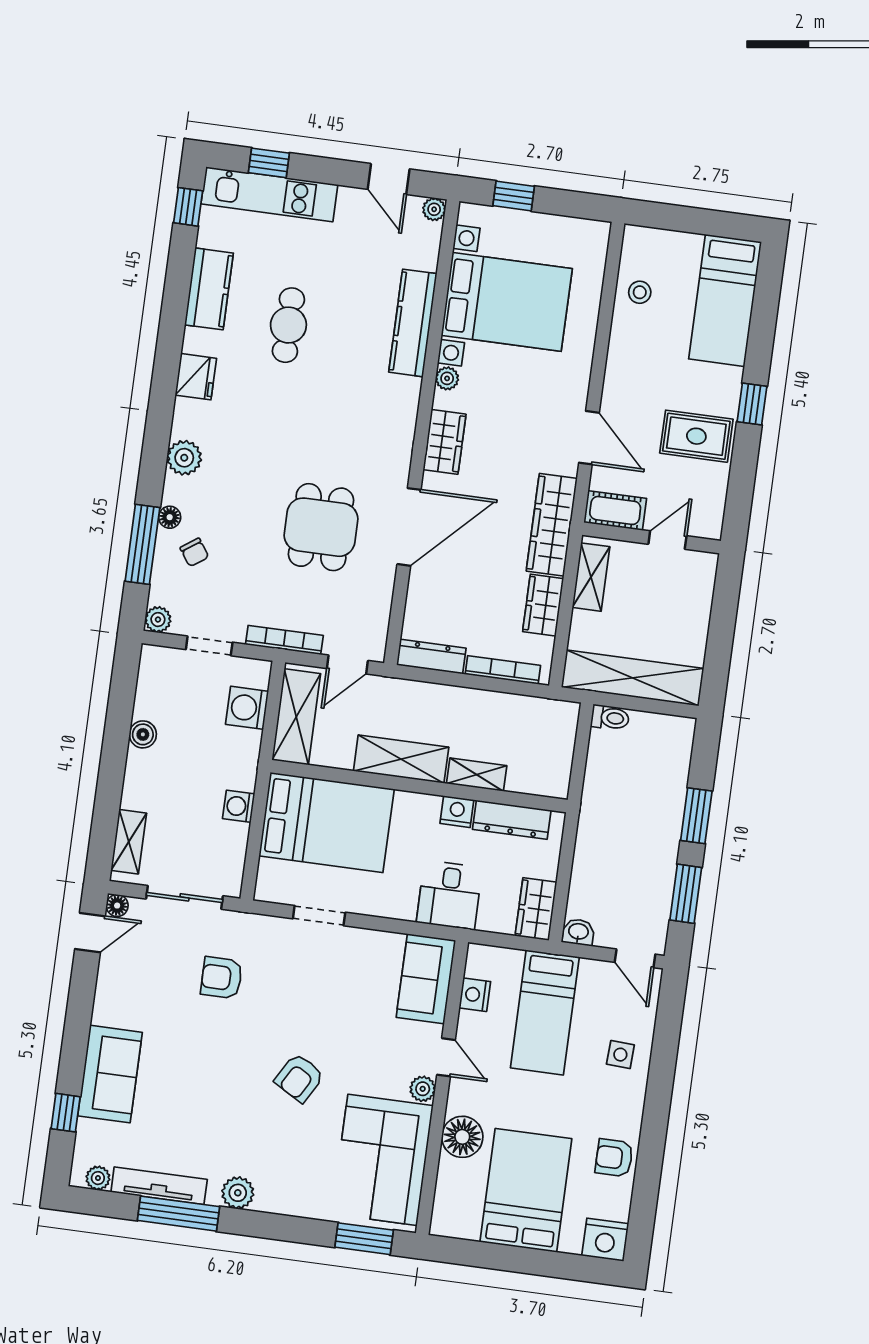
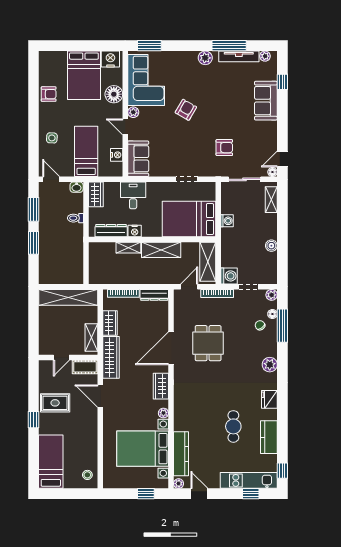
stool: (640, 292) -> (87, 475), moved
kitchen counter: (413, 323) -> (181, 454), moved
floor lamp: (170, 517) -> (272, 314), moved
washing machine: (247, 708) -> (229, 276), moved
toilet: (610, 718) -> (75, 218), moved
nightstand: (605, 1240) -> (110, 59), moved

